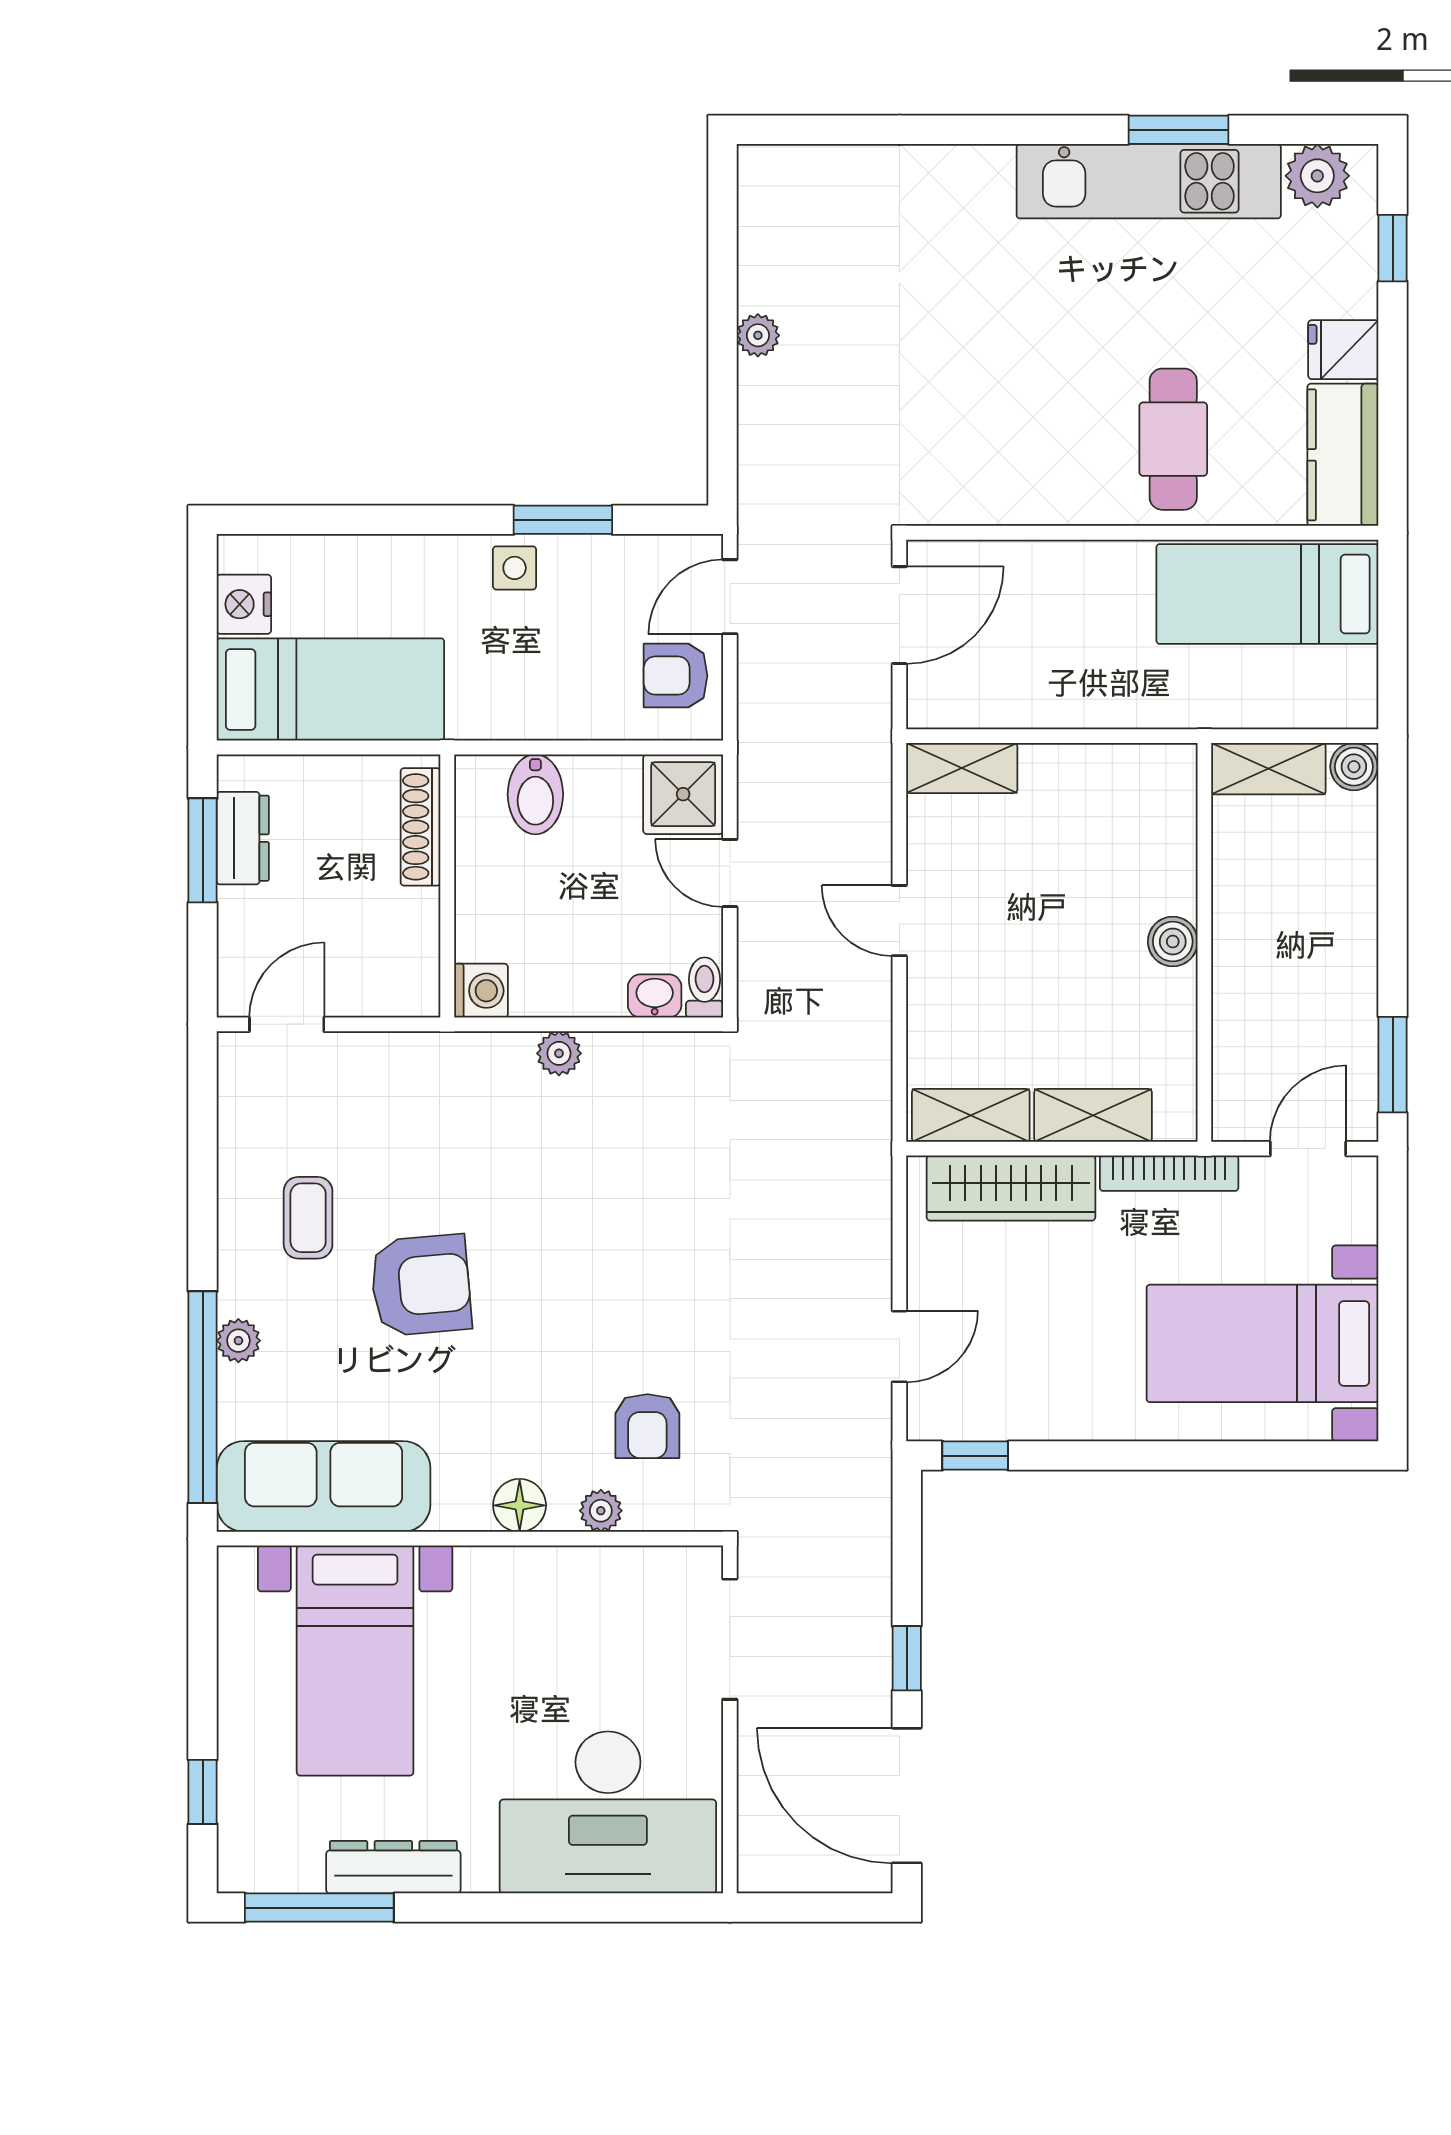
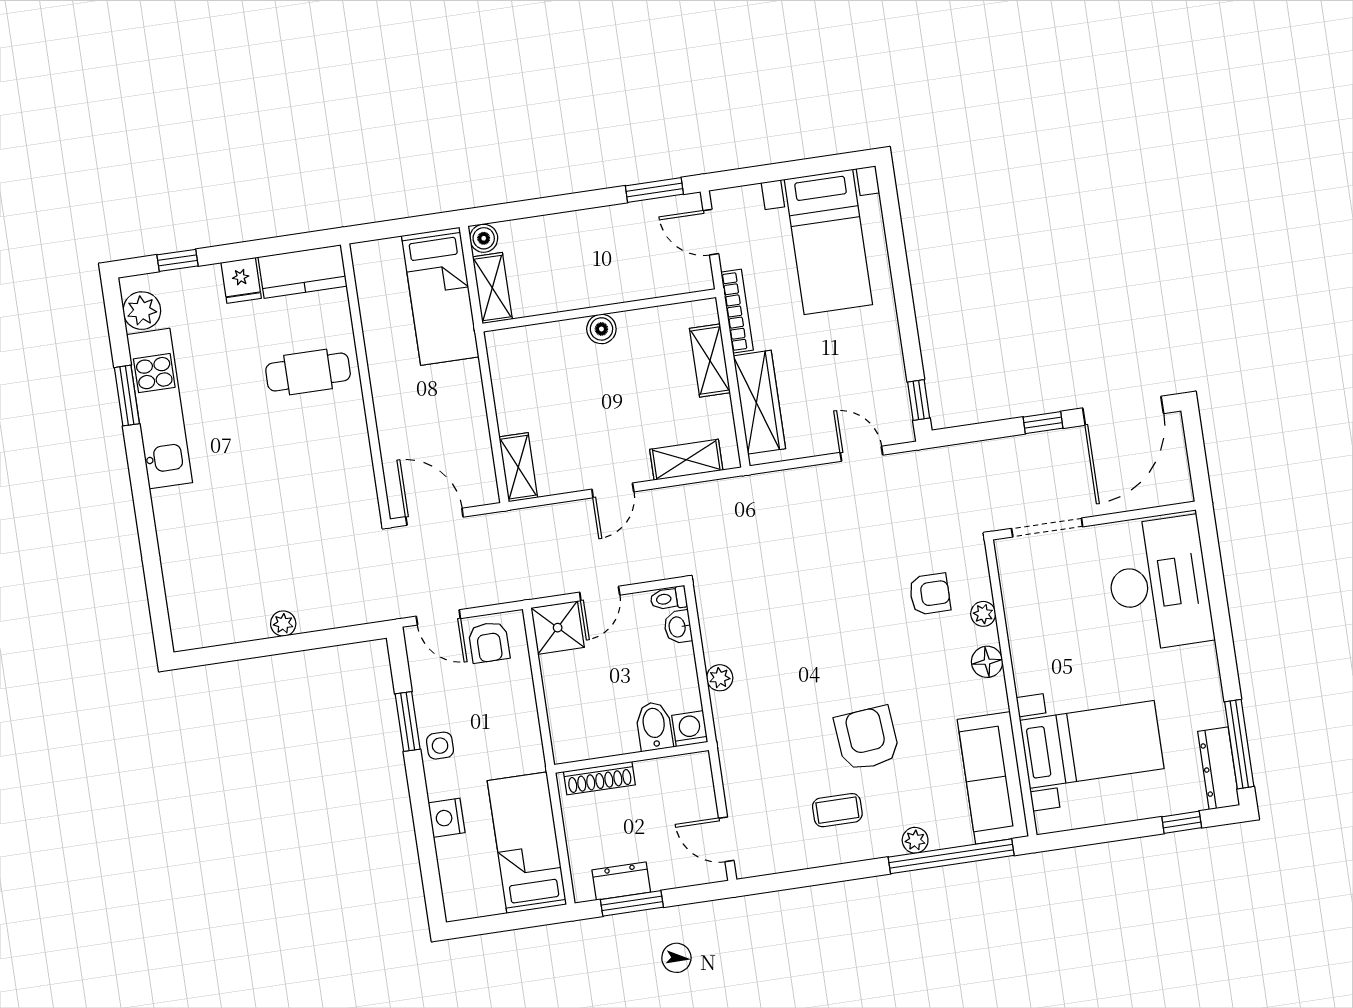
bed: (1267, 594) -> (440, 296), moved
nightstand: (244, 604) -> (447, 818), moved, turned 90
bidet: (535, 794) -> (654, 726), moved, turned -90
shelving: (971, 1115) -> (686, 460), moved, turned 90
dresser: (393, 1867) -> (1219, 768), moved

